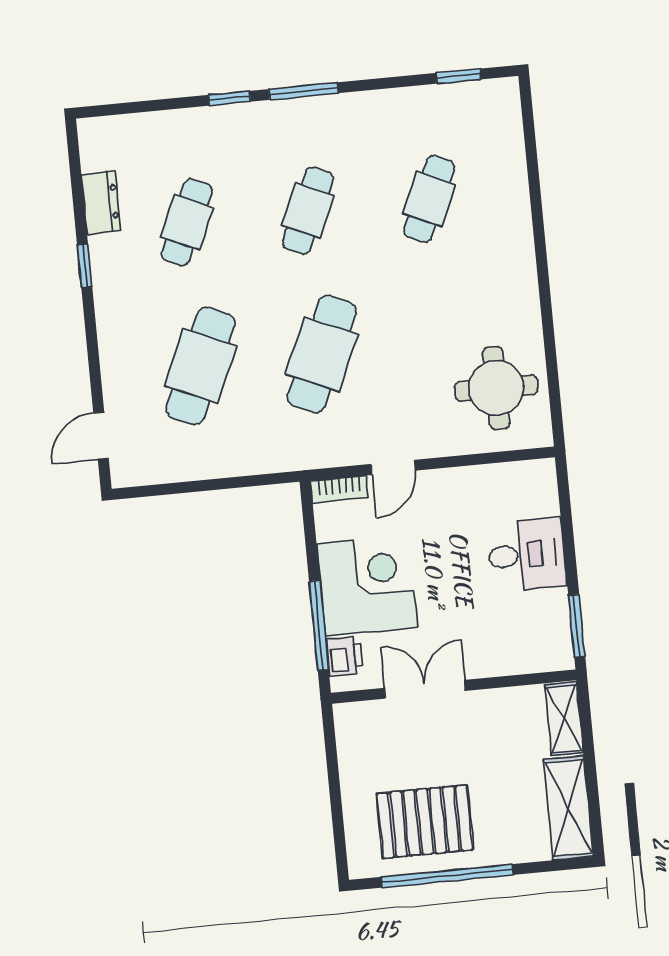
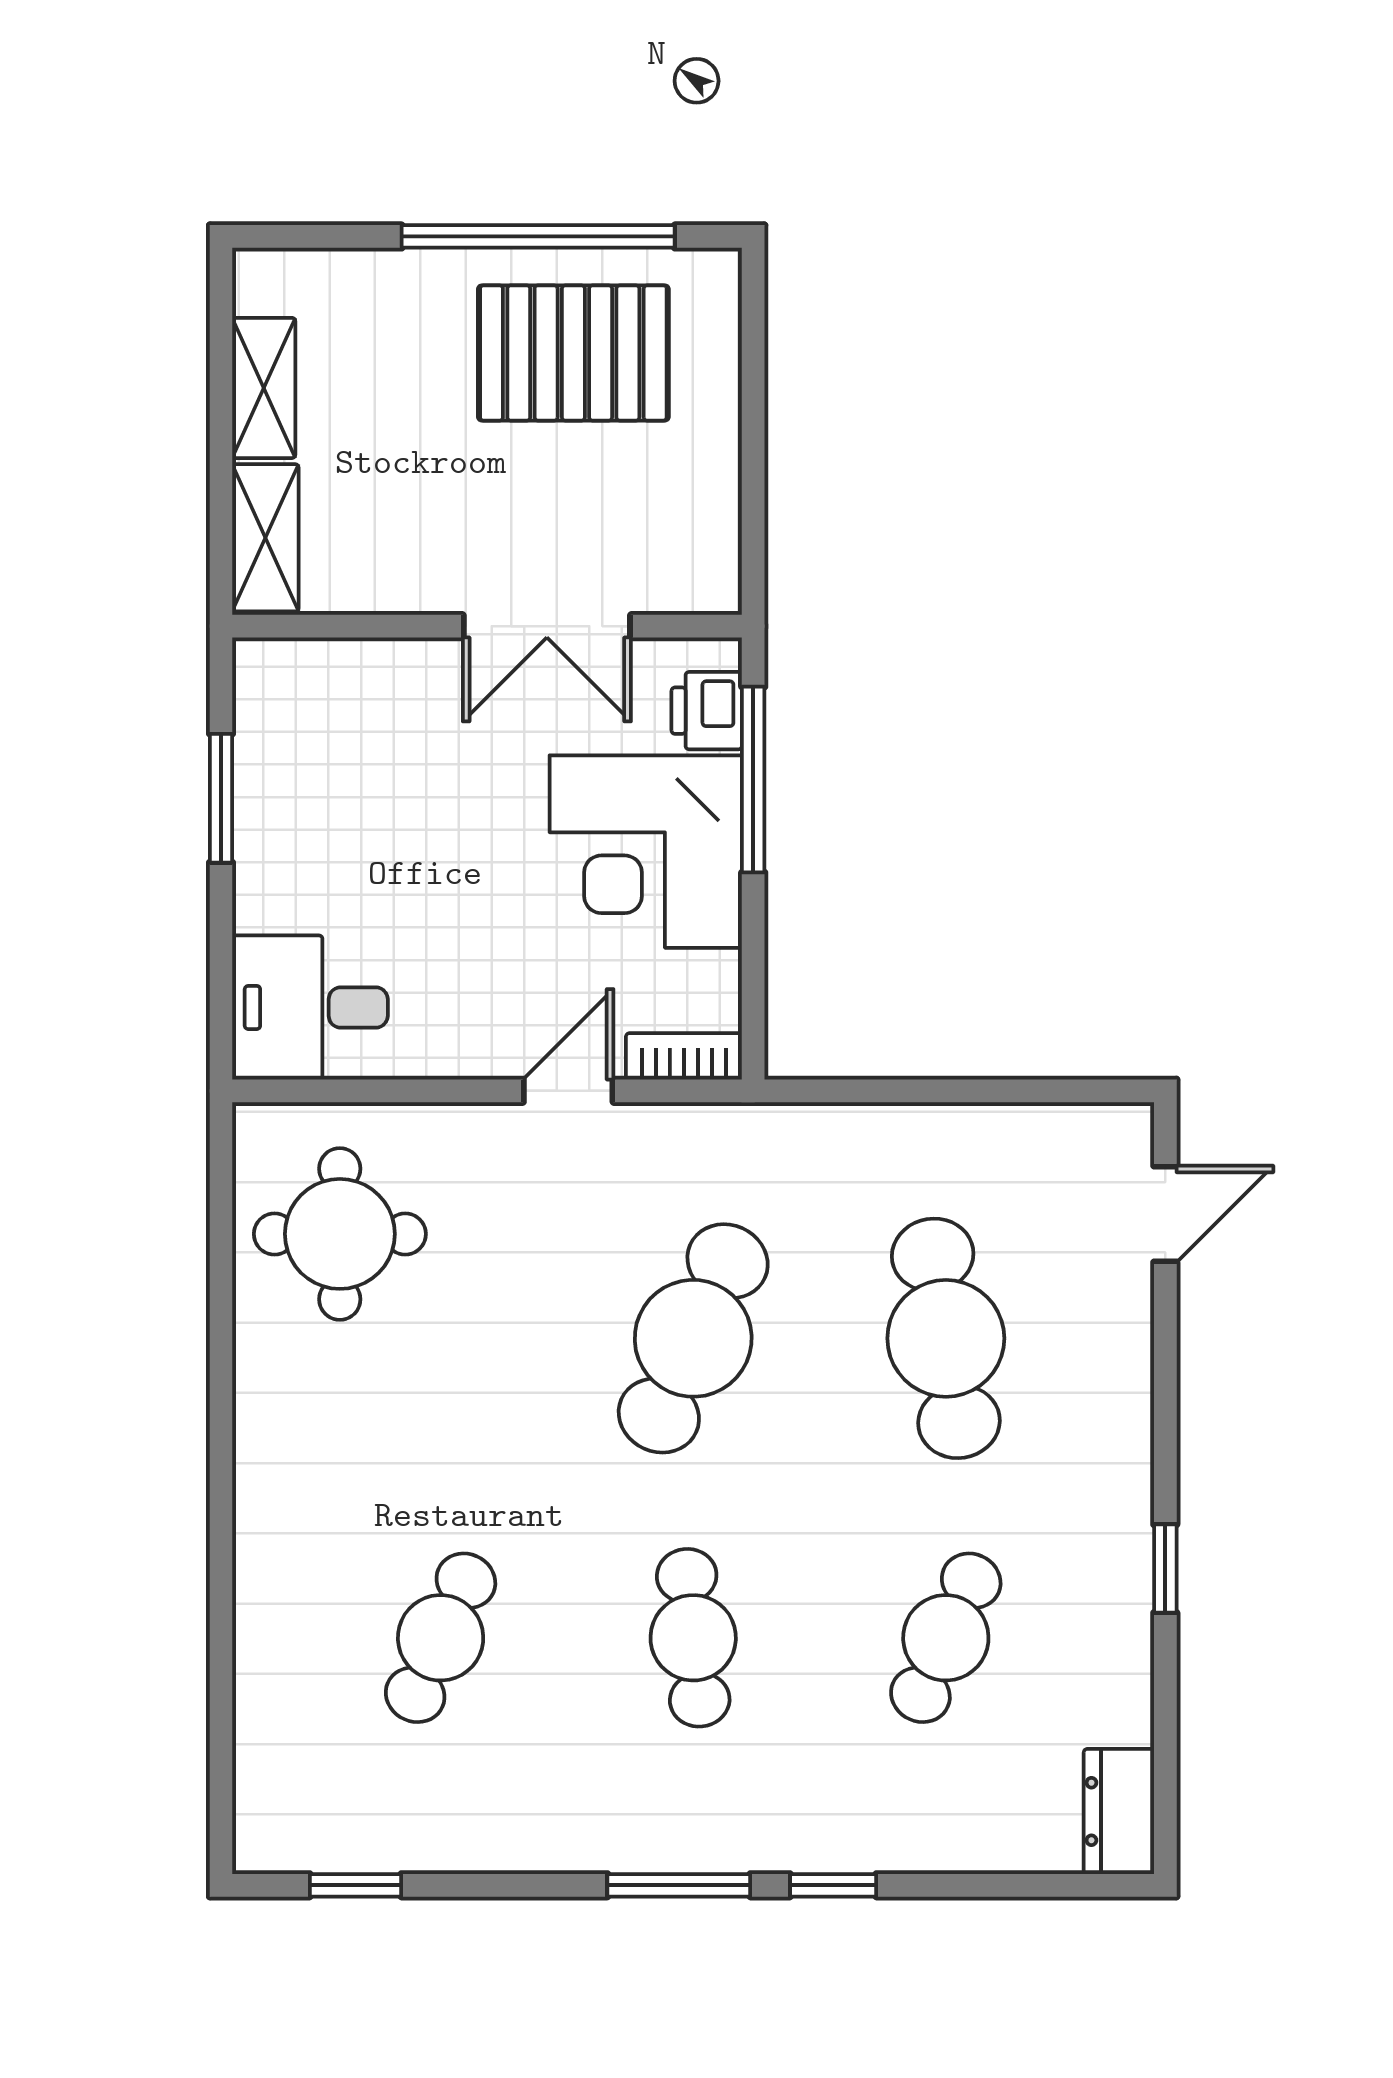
dresser: (101, 203) -> (1119, 1811), moved
cafe table: (308, 211) -> (693, 1638), turned -30
cafe table: (201, 366) -> (946, 1338), turned -33
desk: (527, 555) -> (310, 1007), moved
window: (577, 626) -> (221, 798), moved
shelving: (568, 808) -> (264, 388), width x0.67, depth x0.75

